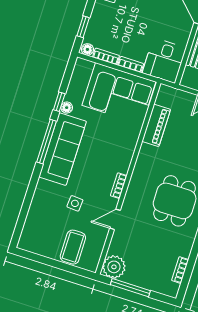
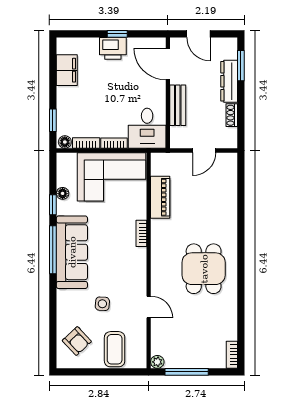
floor lamp: (67, 108) -> (63, 193), moved
bookcase: (119, 186) -> (141, 233), moved
door: (115, 219) -> (149, 307), swing flipped
armchair: (42, 229) -> (77, 341), added
plant: (114, 267) -> (157, 362), width x0.53, depth x0.53
bookcase: (180, 270) -> (232, 355), moved

